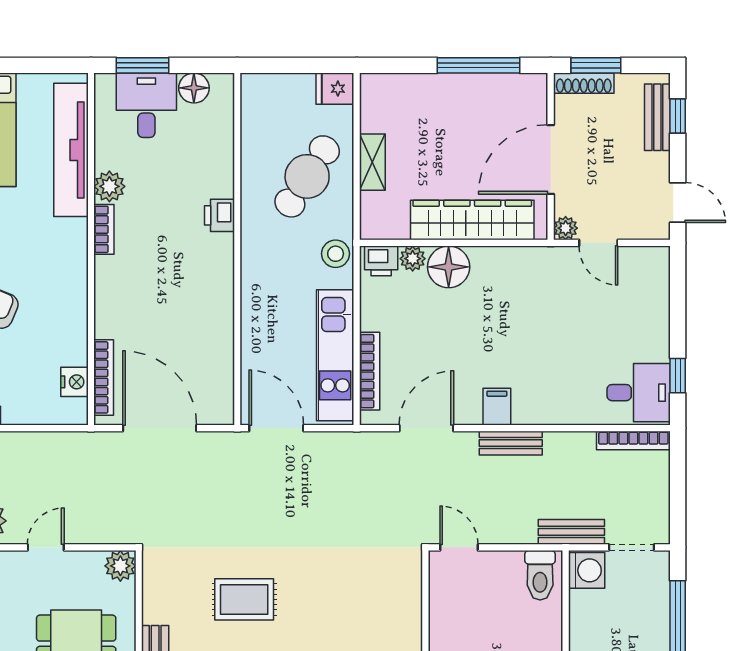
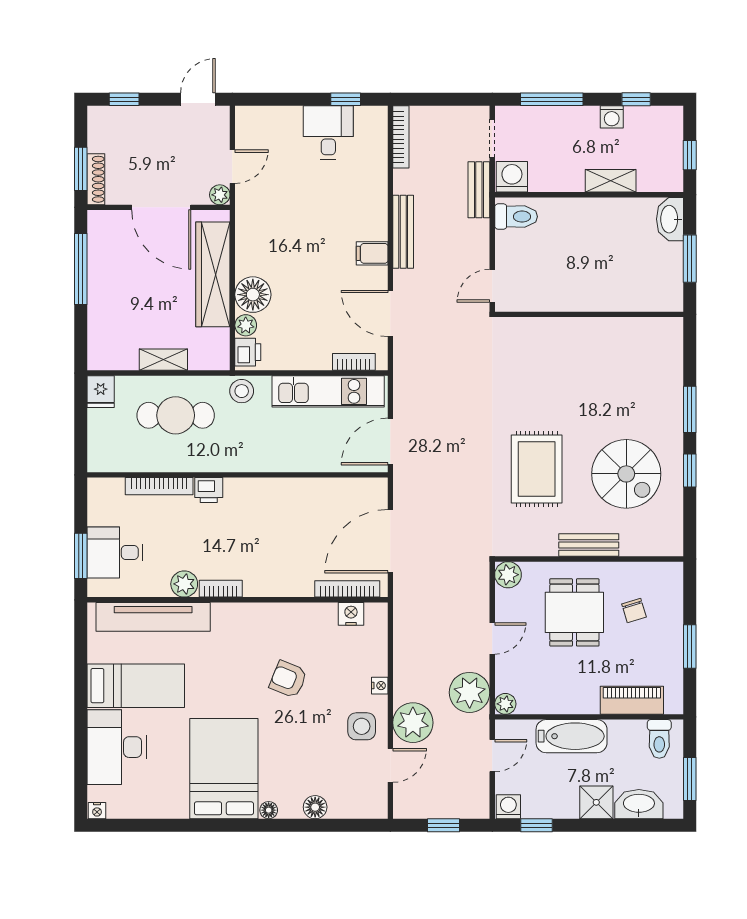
floor lamp: (194, 88) -> (100, 512), removed
bench: (657, 117) -> (125, 116), removed
bookcase: (224, 157) -> (159, 486), added
cafe table: (307, 176) -> (176, 415), turned -33
bookcase: (370, 371) -> (354, 362), width x0.64
desk: (639, 393) -> (328, 132), moved
bench: (511, 443) -> (403, 232), width x1.36
door: (46, 547) -> (492, 638), swing flipped
rug: (244, 599) -> (537, 469), width x1.36, depth x1.43

